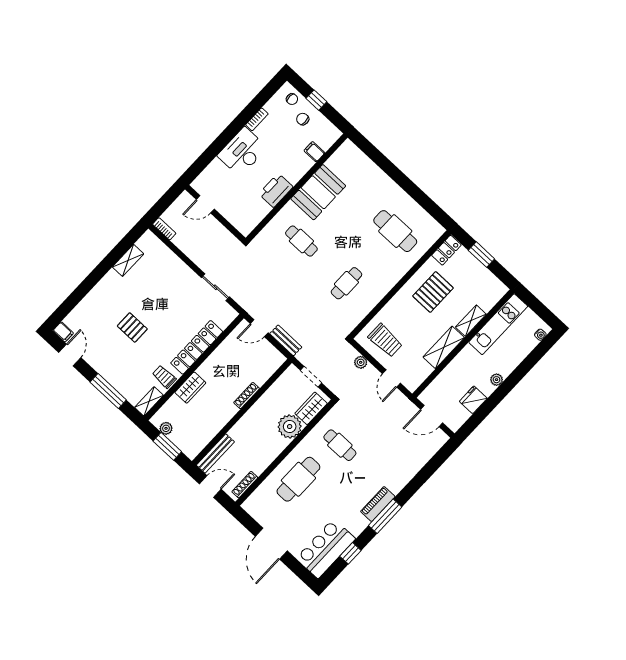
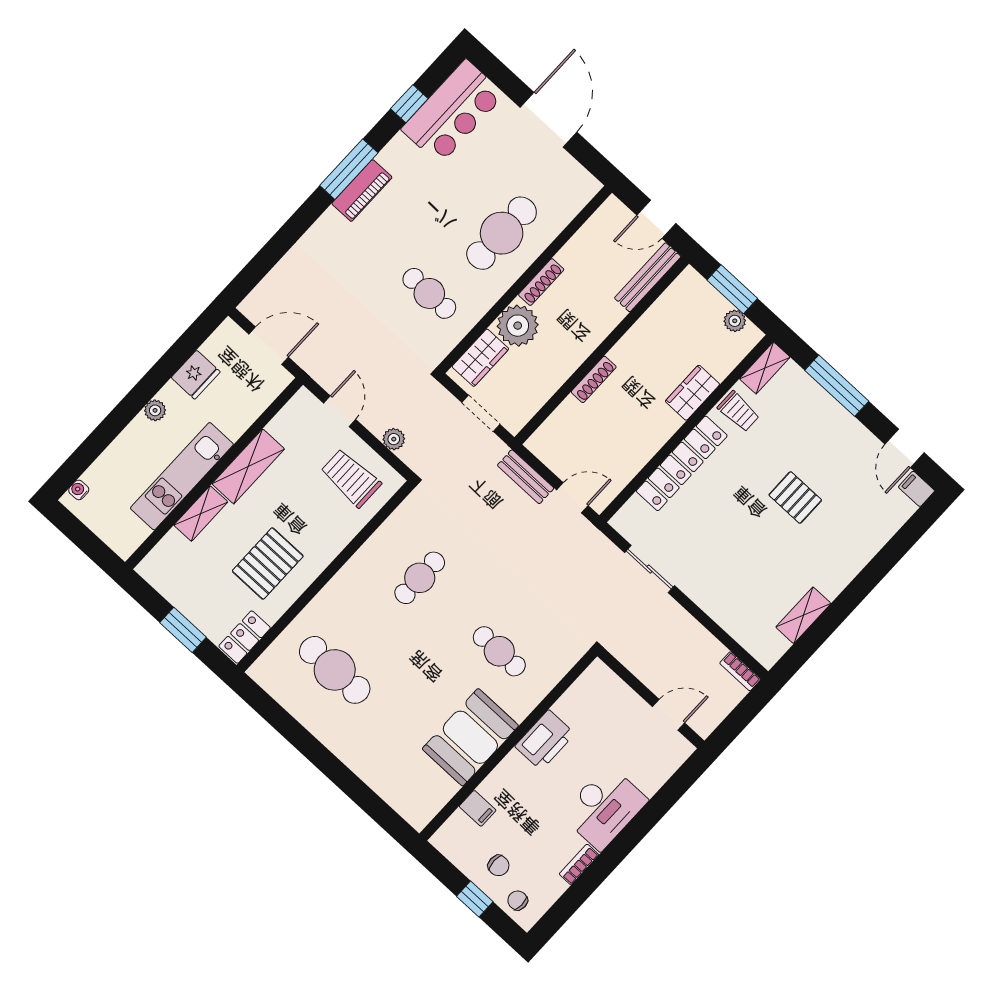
kitchen unit: (498, 324) -> (182, 476), moved
shoe rack: (245, 485) -> (541, 282), moved

